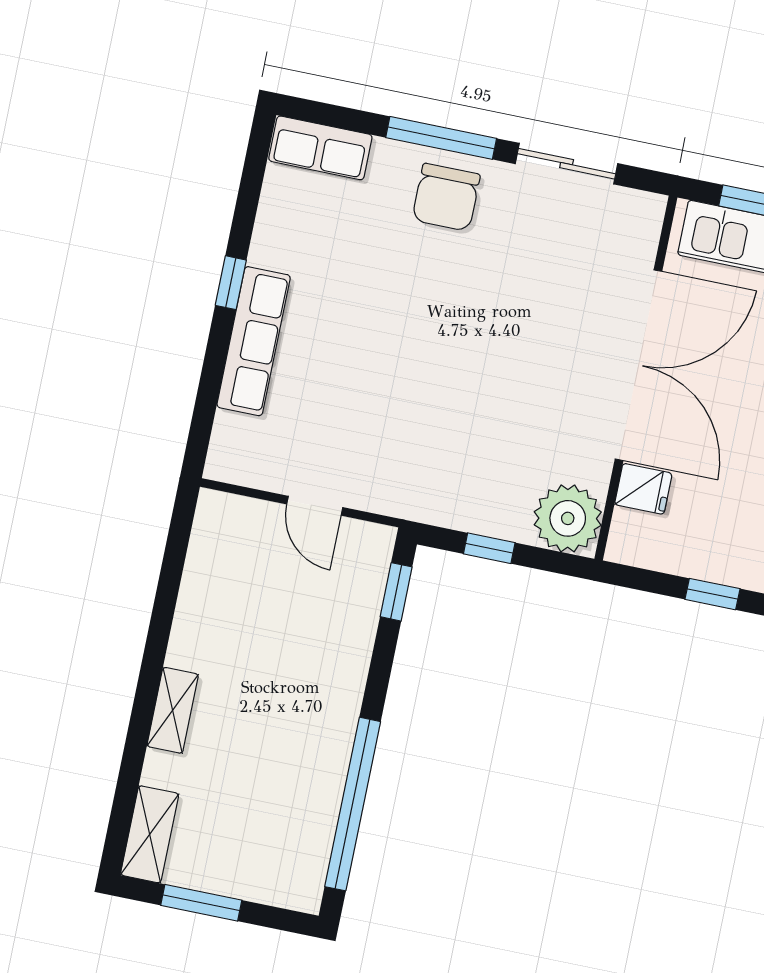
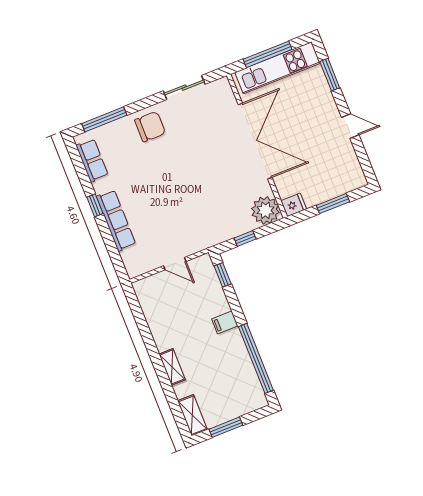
window: (441, 138) -> (104, 119), moved
row of seats: (320, 148) -> (92, 160), moved, turned -90
chair: (446, 197) -> (150, 127), turned -90
fridge: (643, 489) -> (294, 205), moved
window: (712, 594) -> (333, 204), width x1.50
filing cabinet: (338, 690) -> (225, 322), added

